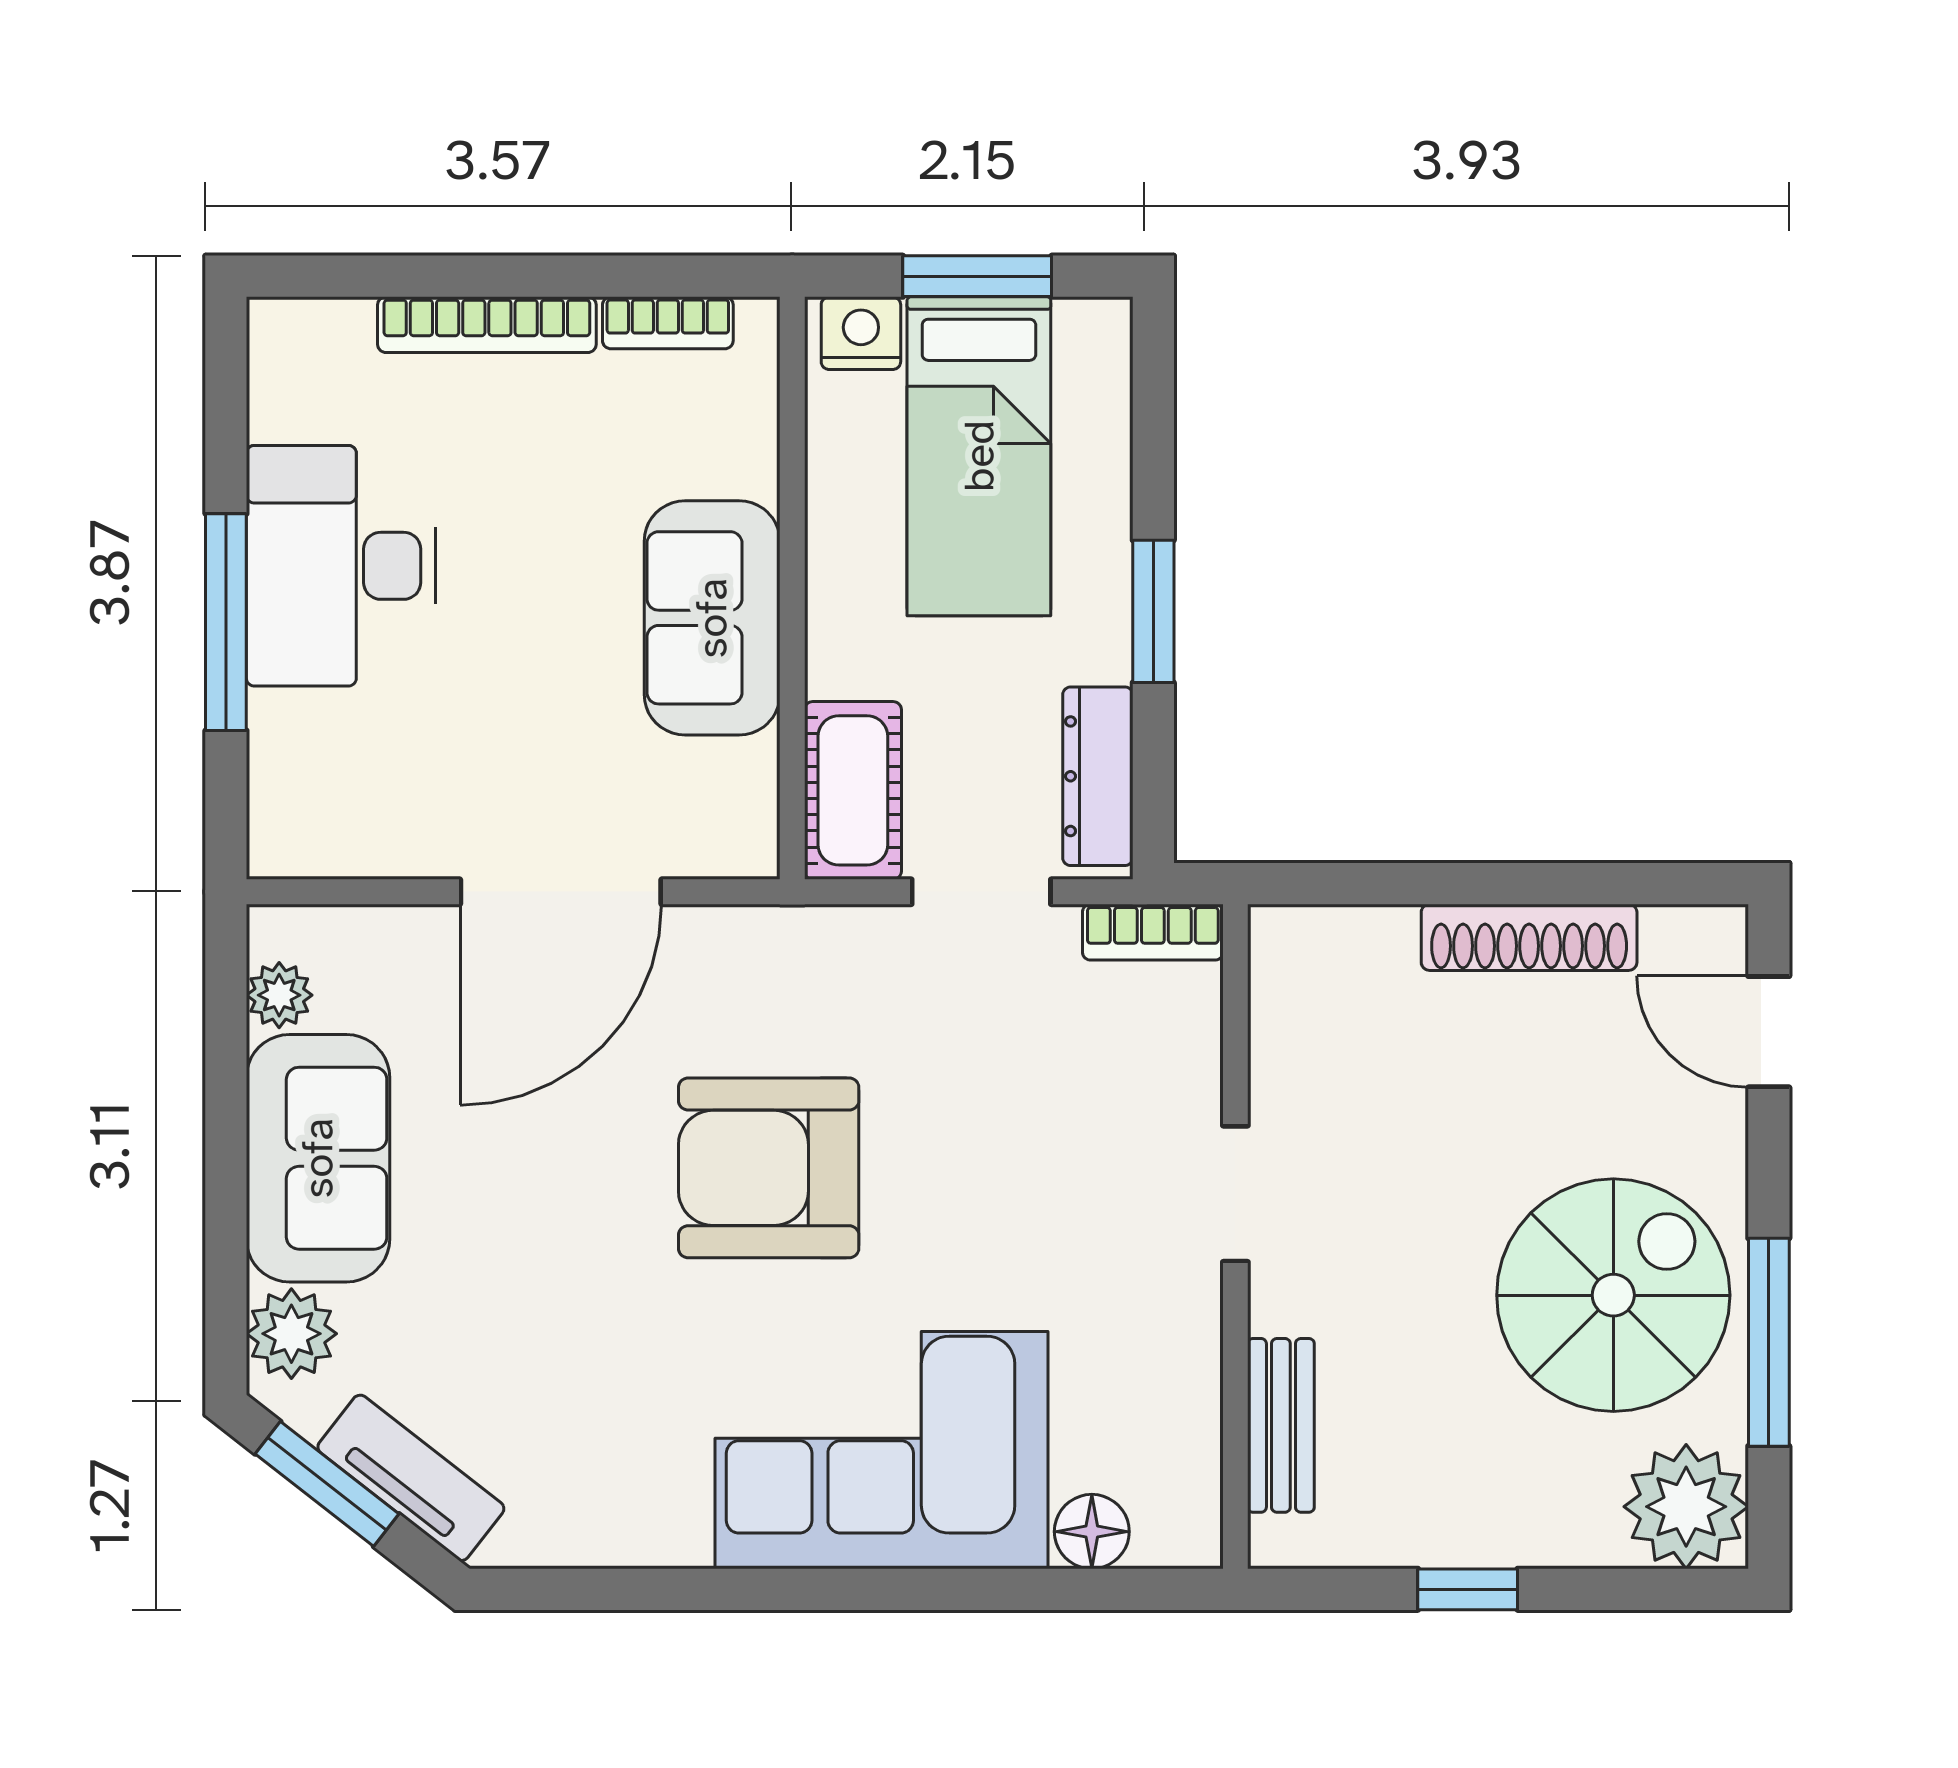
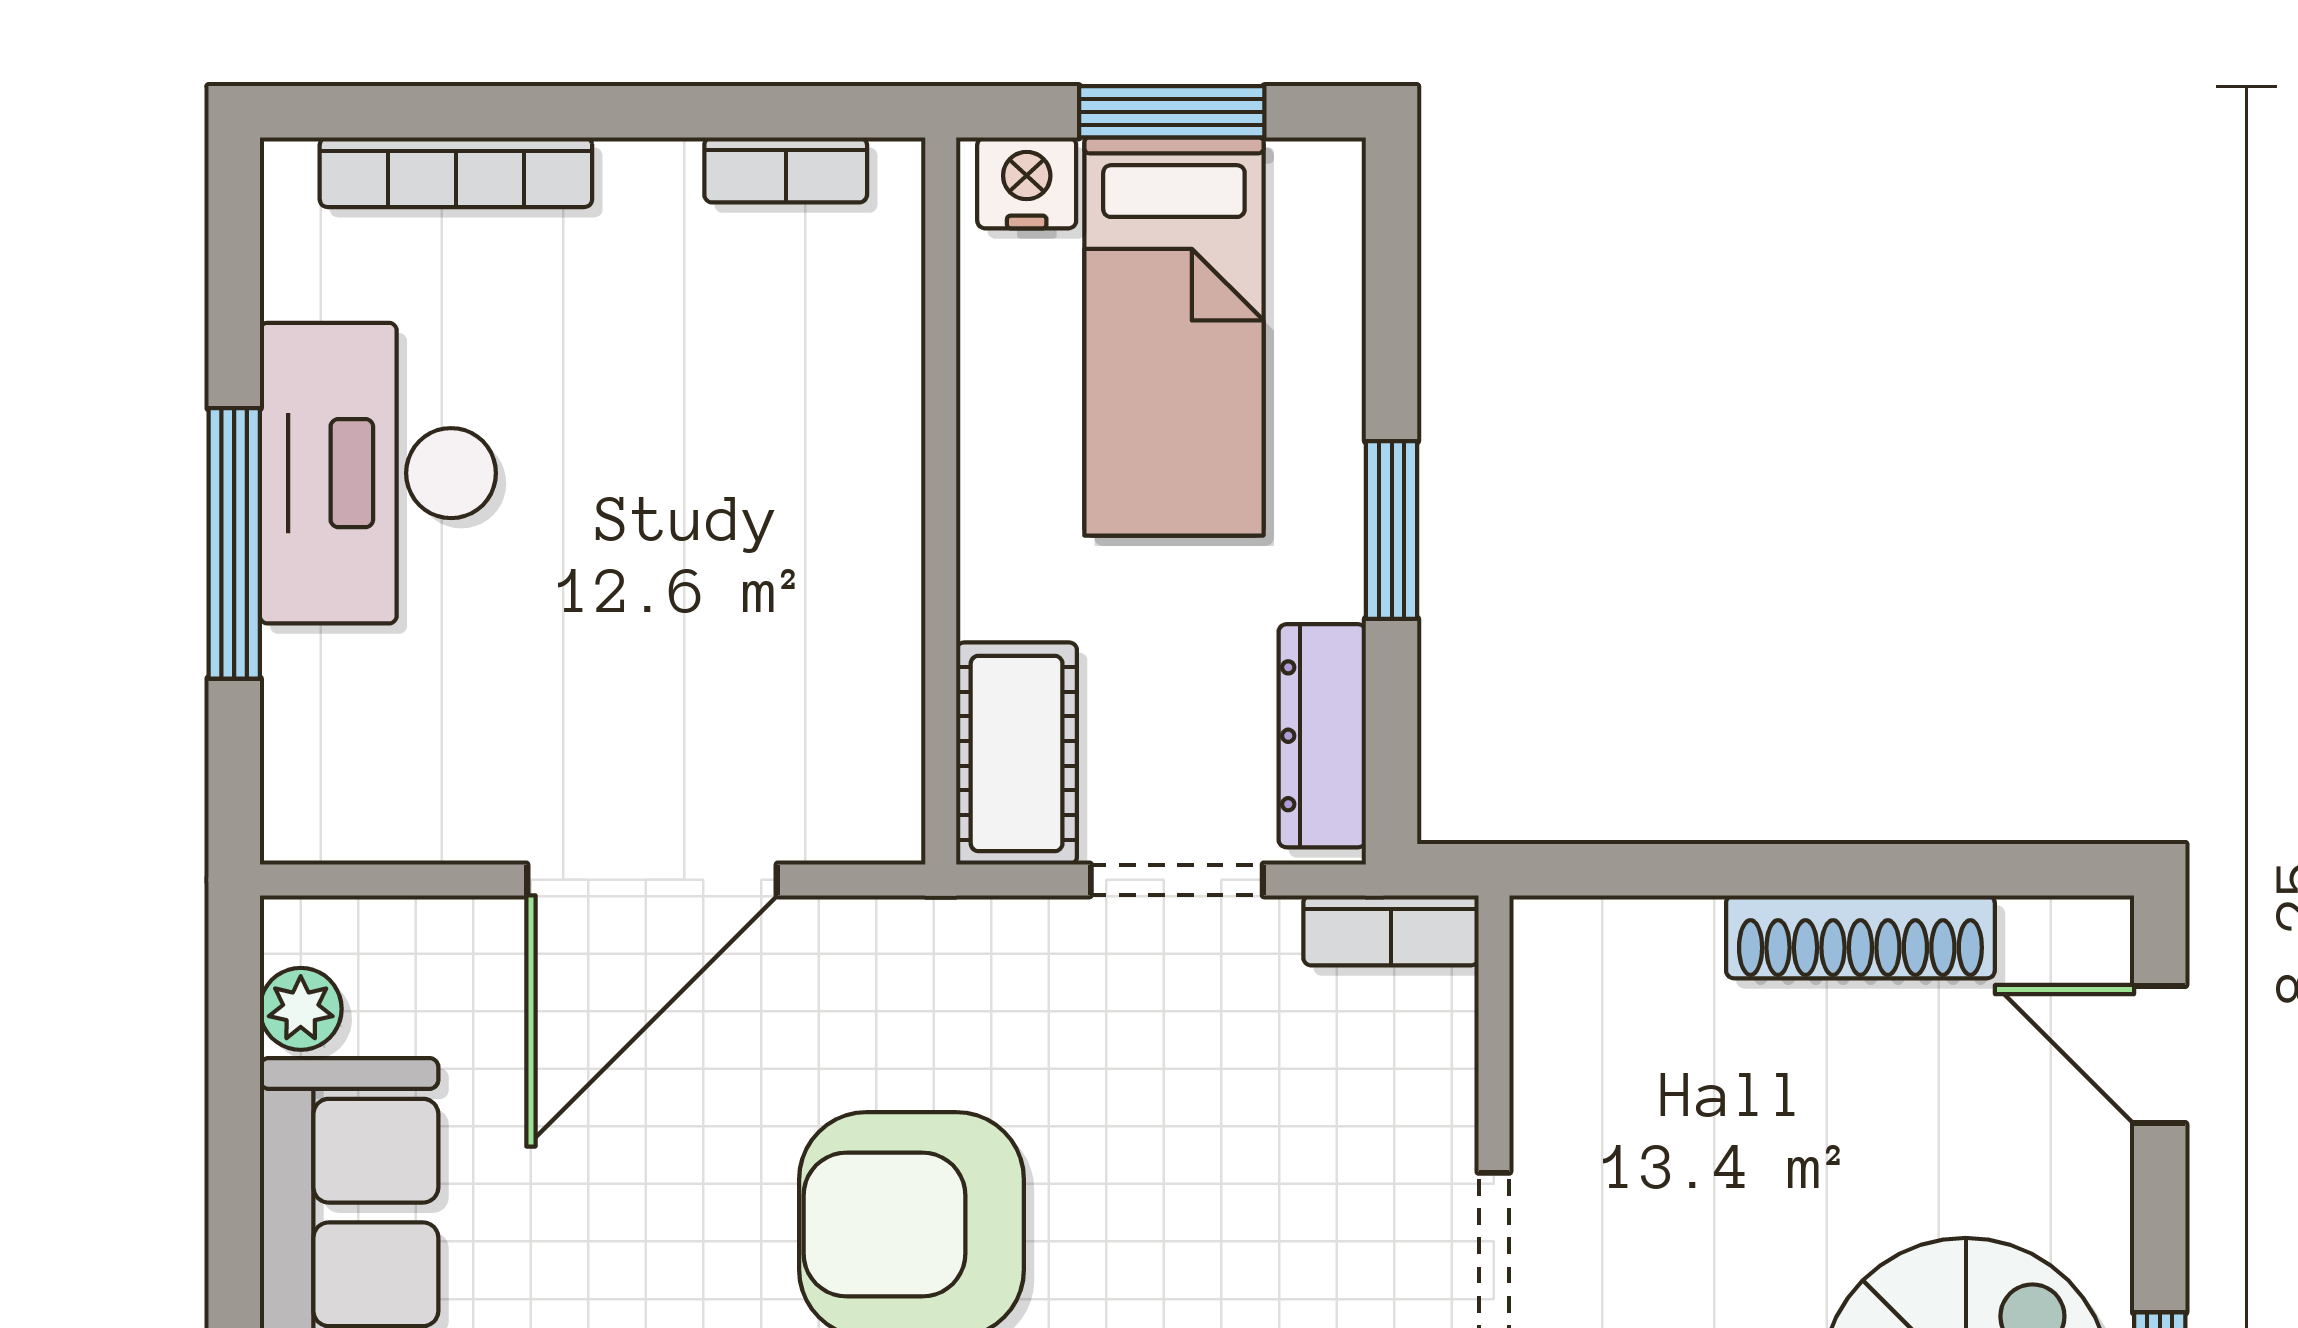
bookcase: (487, 325) -> (456, 172), moved
sofa: (712, 618) -> (841, 538), removed

